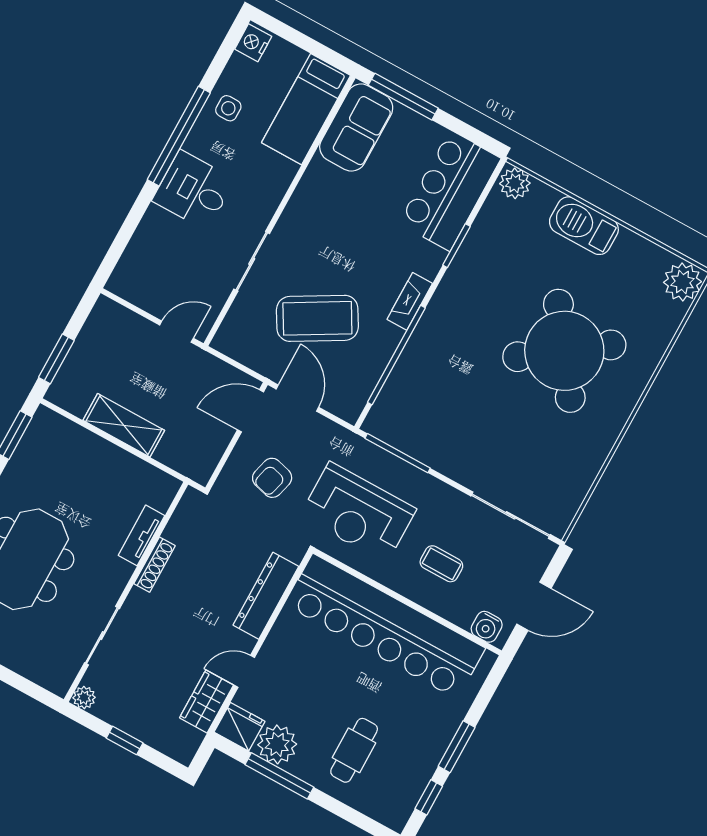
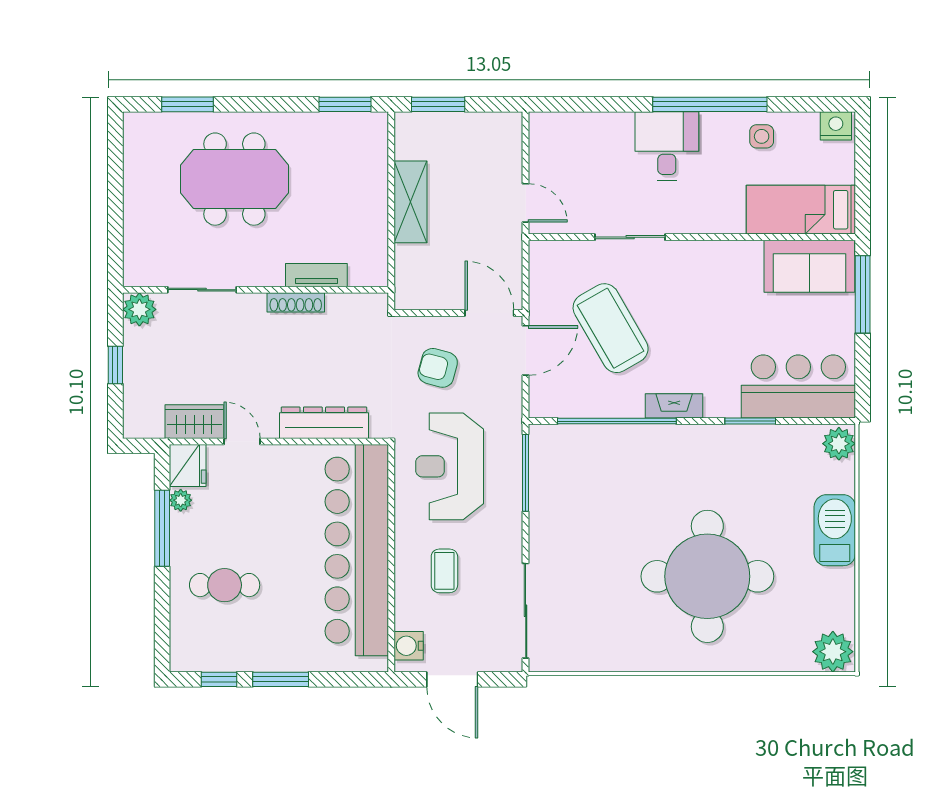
round table: (564, 351) -> (707, 576), turned 36
plant: (84, 698) -> (139, 309), width x1.38, depth x1.38
plant: (277, 744) -> (181, 500), width x0.53, depth x0.53

